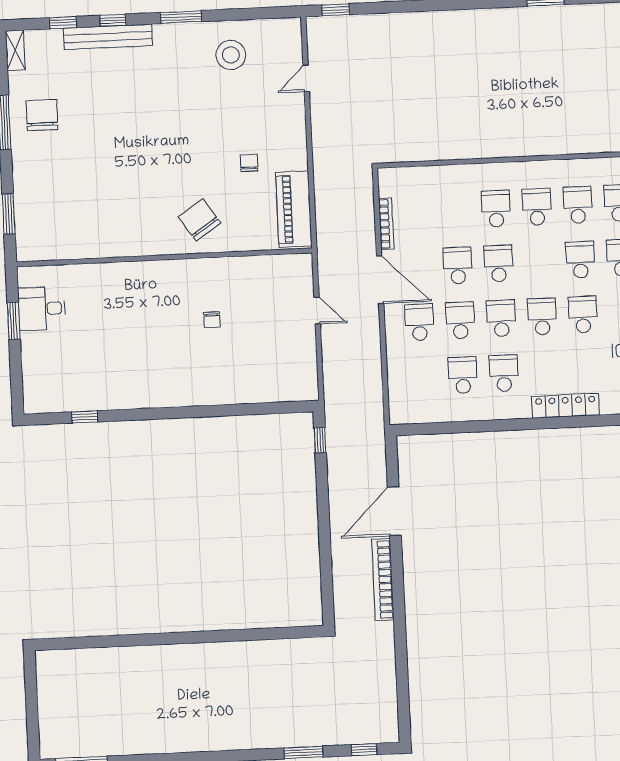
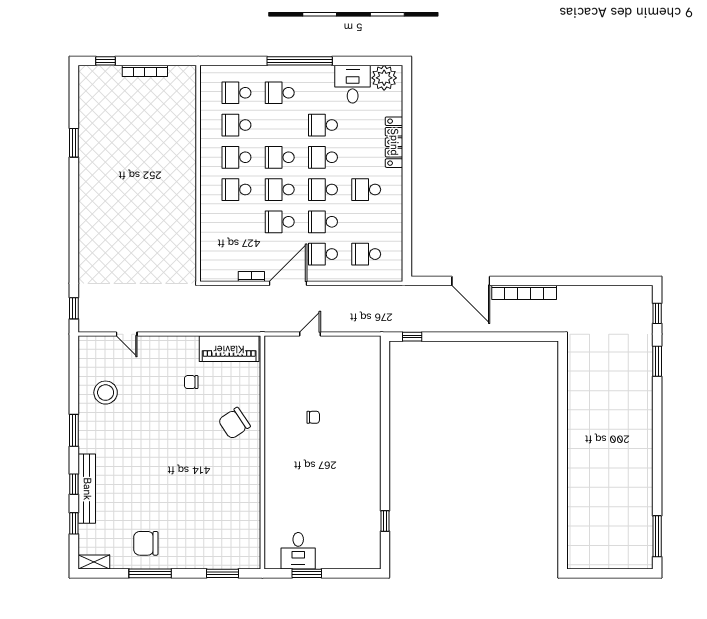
bookcase: (386, 224) -> (251, 276), width x0.64
school desk: (580, 260) -> (280, 157), moved
school desk: (463, 375) -> (366, 254), moved

